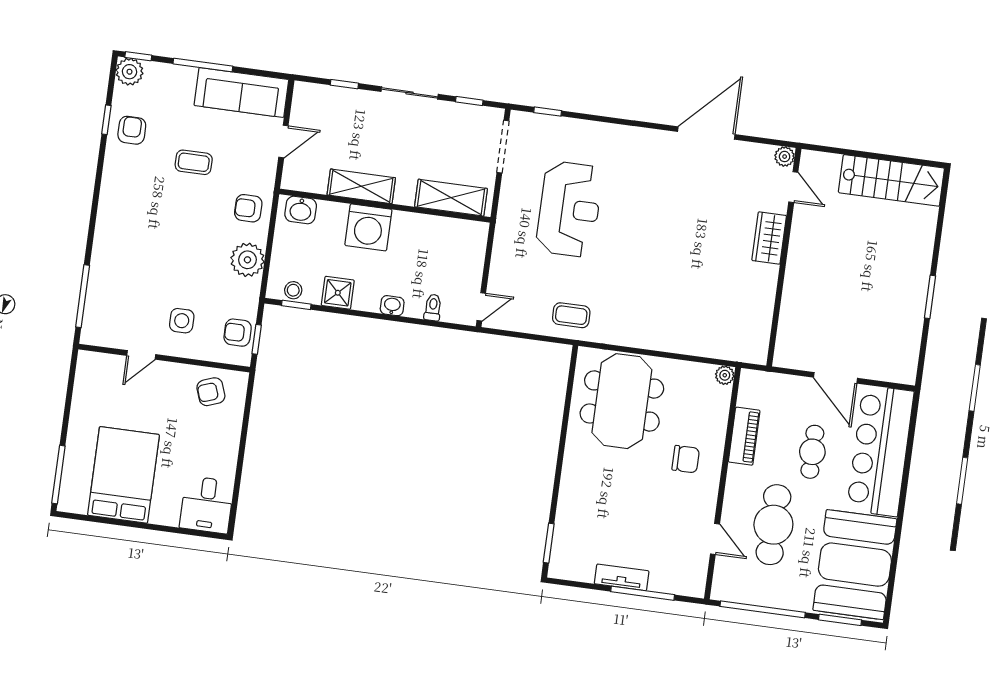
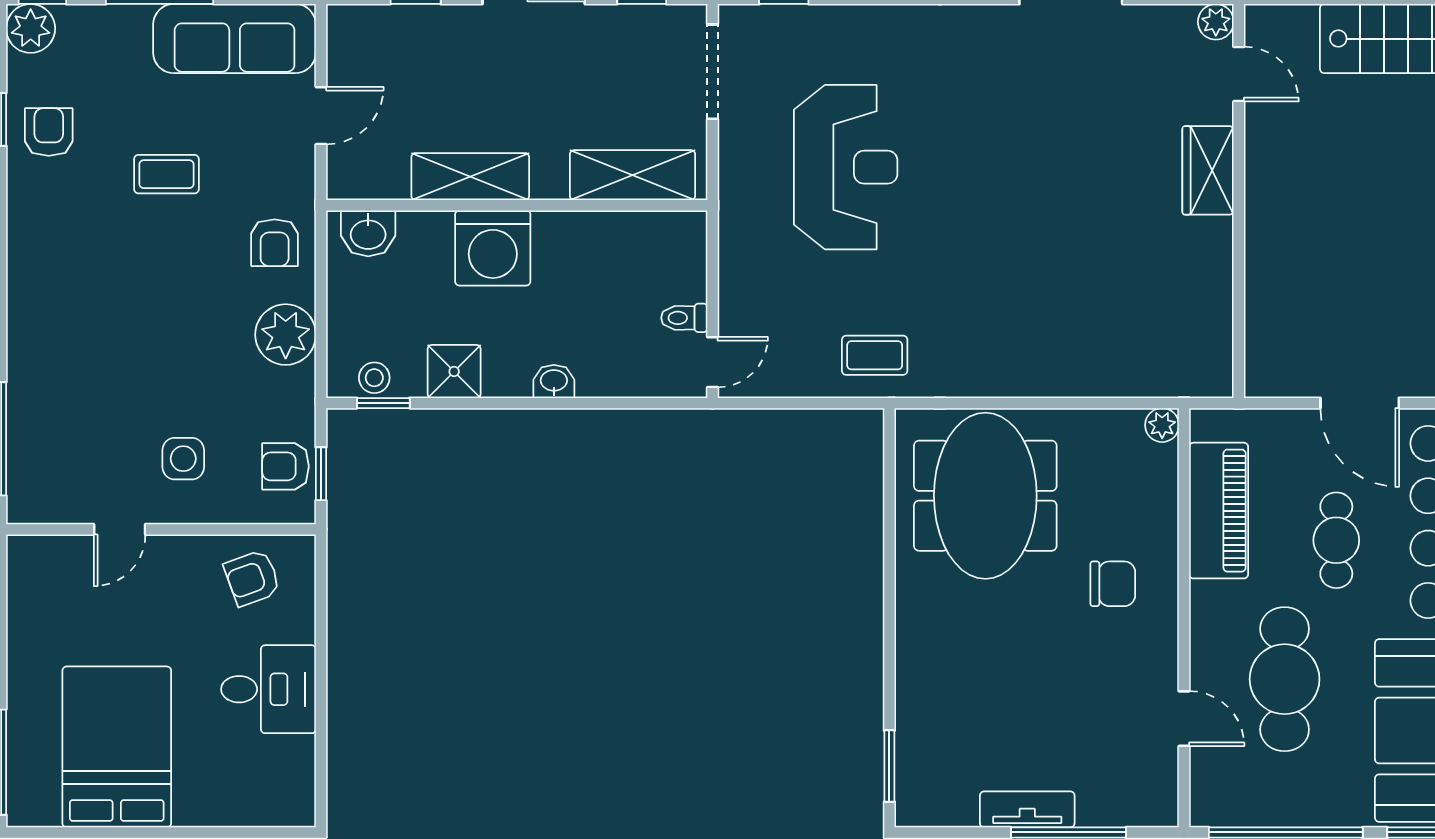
armchair: (248, 208) -> (275, 243), turned -90
toilet: (433, 307) -> (684, 318), moved, turned -90
piano: (744, 436) -> (1219, 511), width x1.37, depth x1.33
desk: (207, 505) -> (269, 689), moved, turned -90

